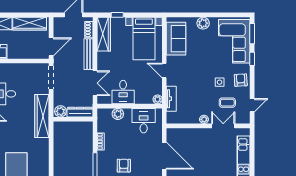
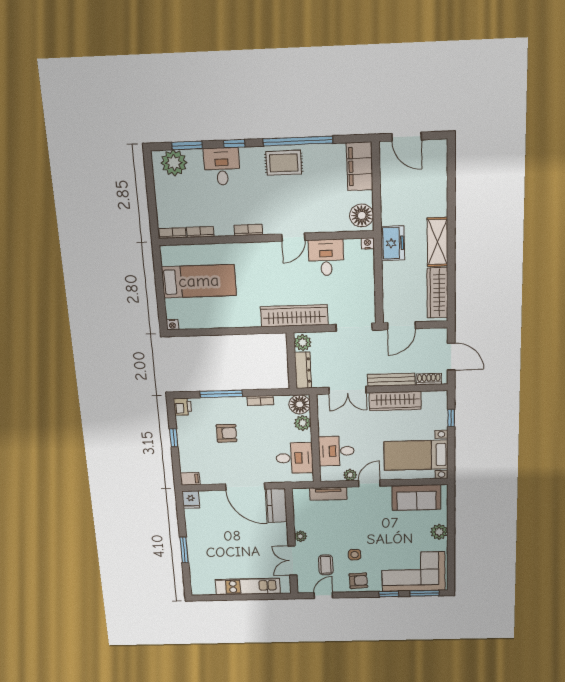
wardrobe: (104, 34) -> (395, 401), moved
door: (51, 47) -> (402, 326), hinge flipped
desk: (123, 92) -> (336, 451), moved
plant: (158, 99) -> (350, 475), moved
door: (252, 105) -> (323, 595), swing flipped
floor lamp: (104, 115) -> (300, 404), added
double door: (223, 126) -> (292, 561), swing flipped
kitchen counter: (179, 135) -> (277, 505), added
door: (164, 156) -> (245, 487), hinge flipped

